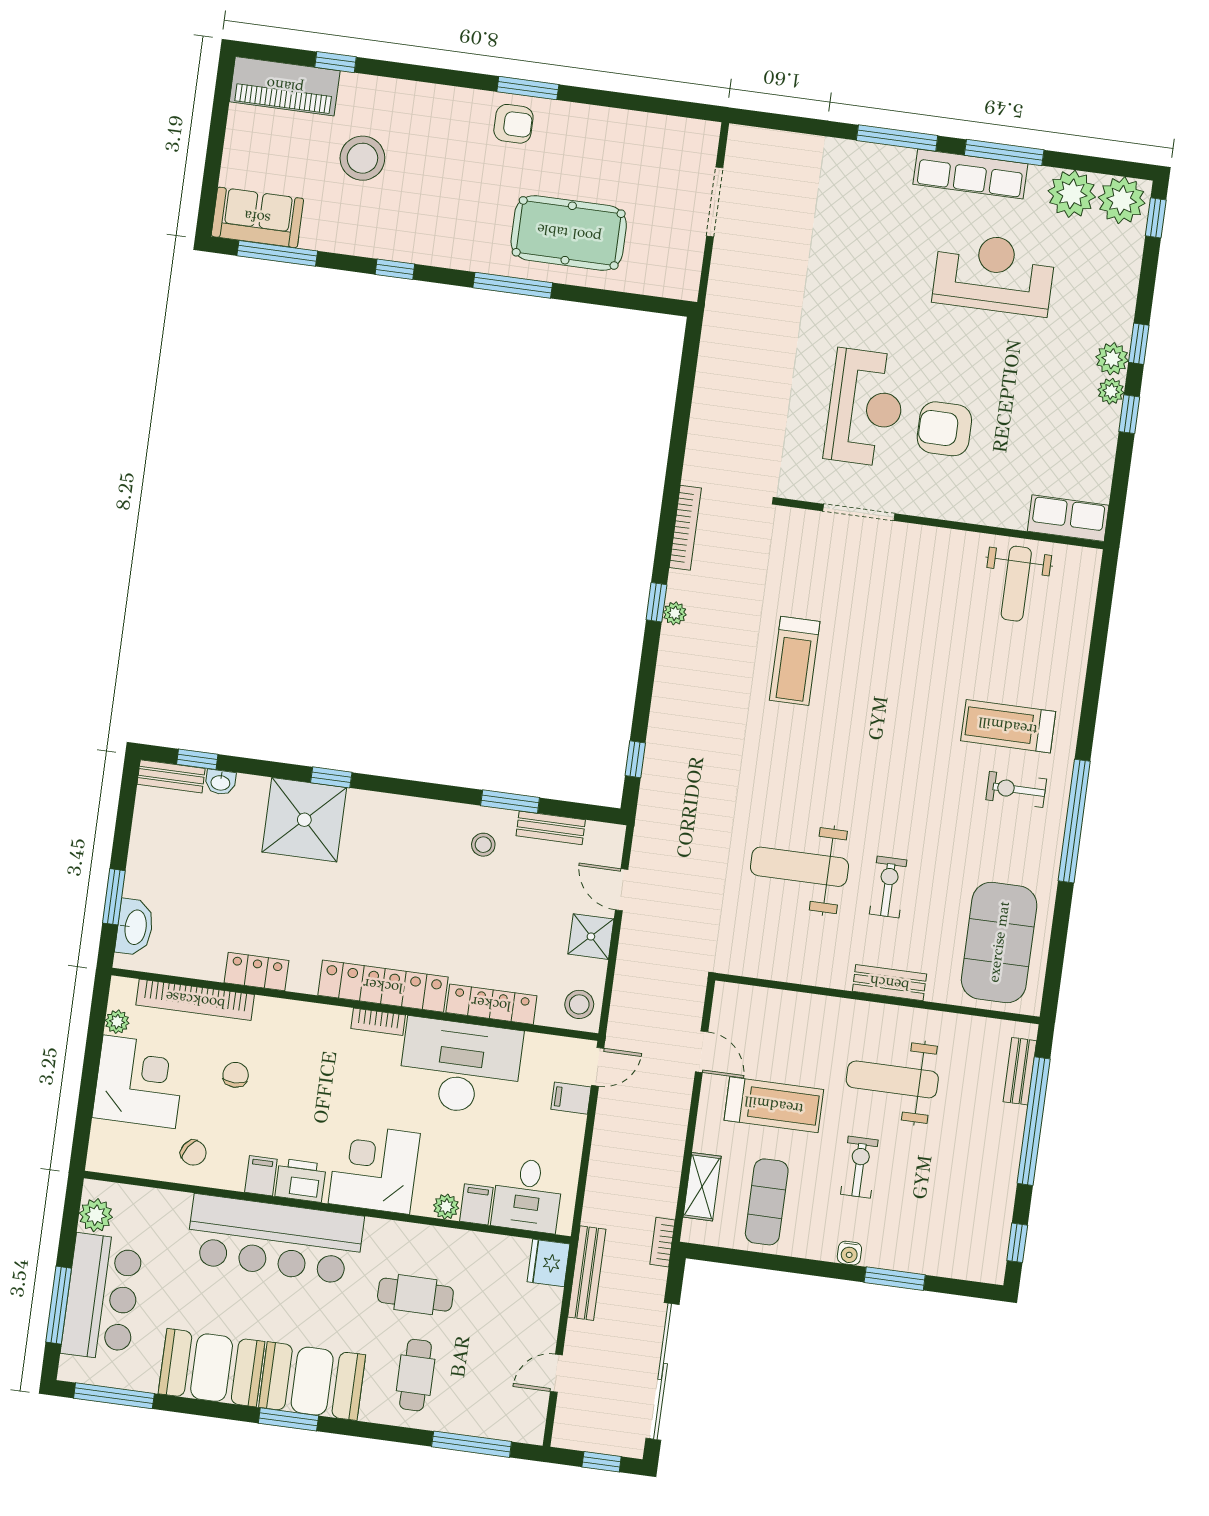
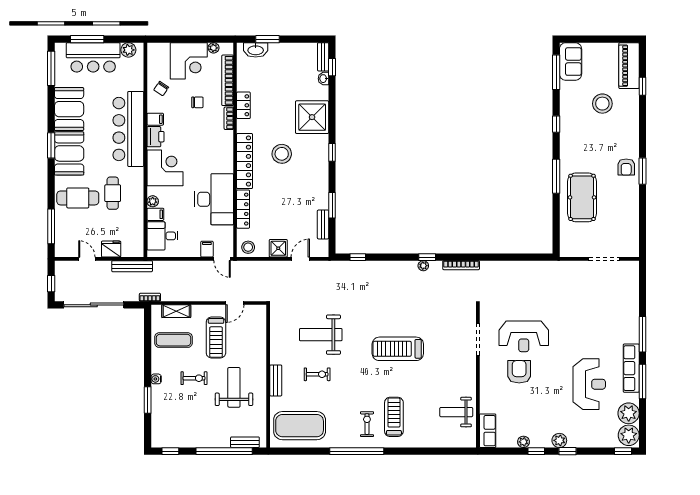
plant: (1111, 391) -> (524, 442), moved
treadmill: (795, 661) -> (398, 349), moved, width x1.37, depth x1.38
window: (331, 777) -> (332, 152), moved
stool: (483, 845) -> (282, 154), moved, width x1.89, depth x1.89
weight bench: (799, 867) -> (321, 335), turned -90
bookcase: (378, 1022) -> (229, 118), moved
fridge: (549, 1263) -> (111, 249), moved
cafe table: (416, 1375) -> (78, 198), width x1.37, depth x1.35

